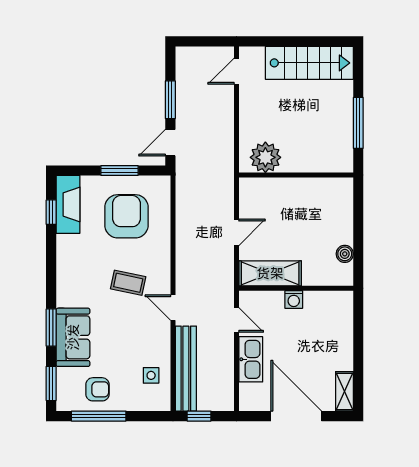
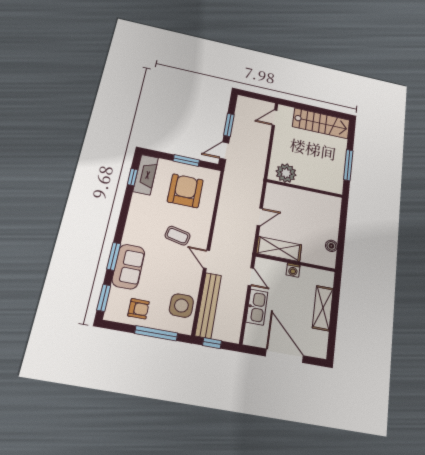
side table: (151, 375) -> (181, 306), width x1.87, depth x1.87
shelving: (344, 391) -> (323, 308), moved, width x1.50, depth x1.33
window: (99, 416) -> (156, 333), moved

